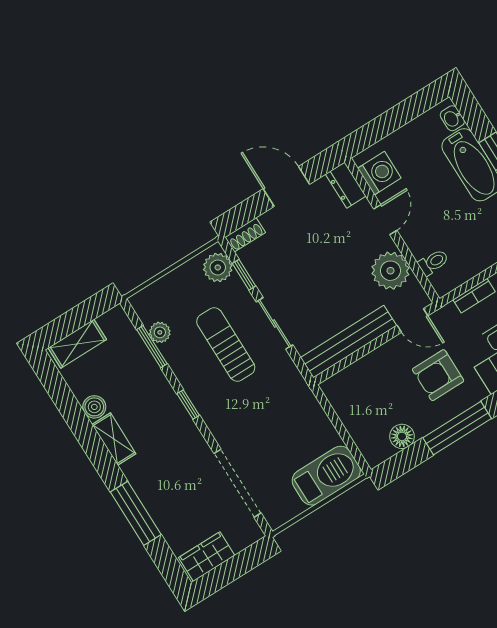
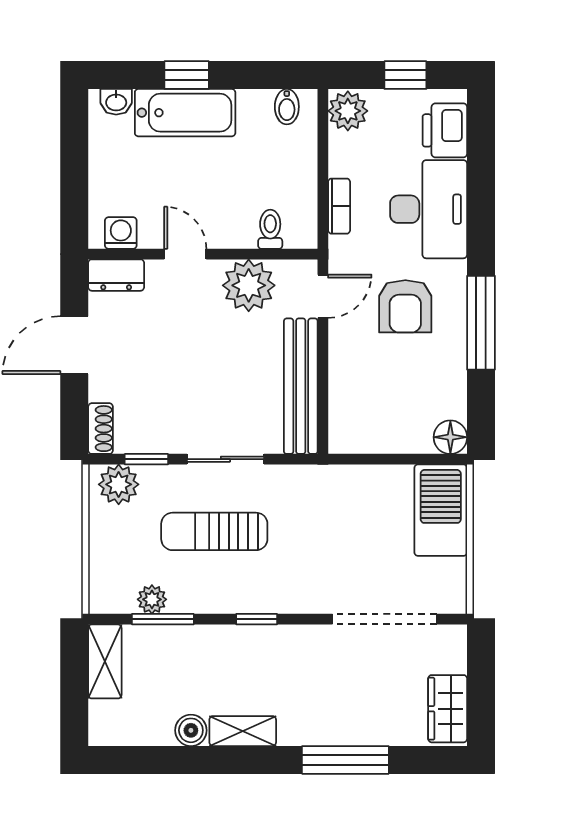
washing machine: (379, 173) -> (121, 233), width x0.73, depth x0.73
shelving: (77, 344) -> (105, 661), moved
floor lamp: (402, 436) -> (450, 437), moved

